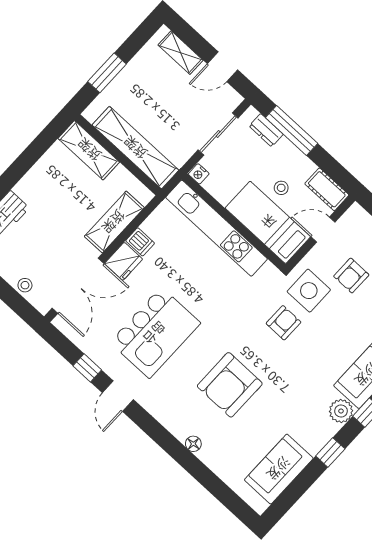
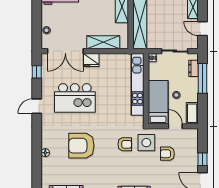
dishwasher: (140, 242) -> (105, 59), removed
window: (87, 368) -> (37, 72), moved

